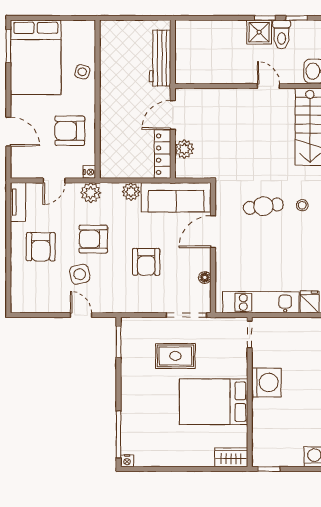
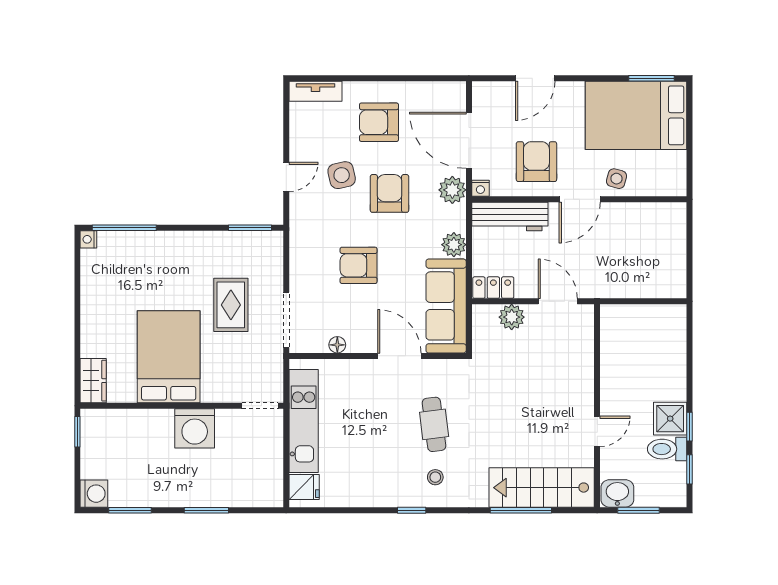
workbench: (160, 58) -> (510, 216), moved, turned 180
door: (98, 99) -> (580, 199), added
locker: (163, 154) -> (493, 288), width x0.66
door: (54, 180) -> (469, 140), width x1.87
tv unit: (18, 202) -> (315, 91), moved

